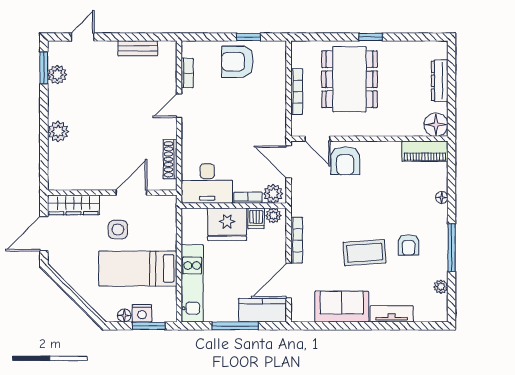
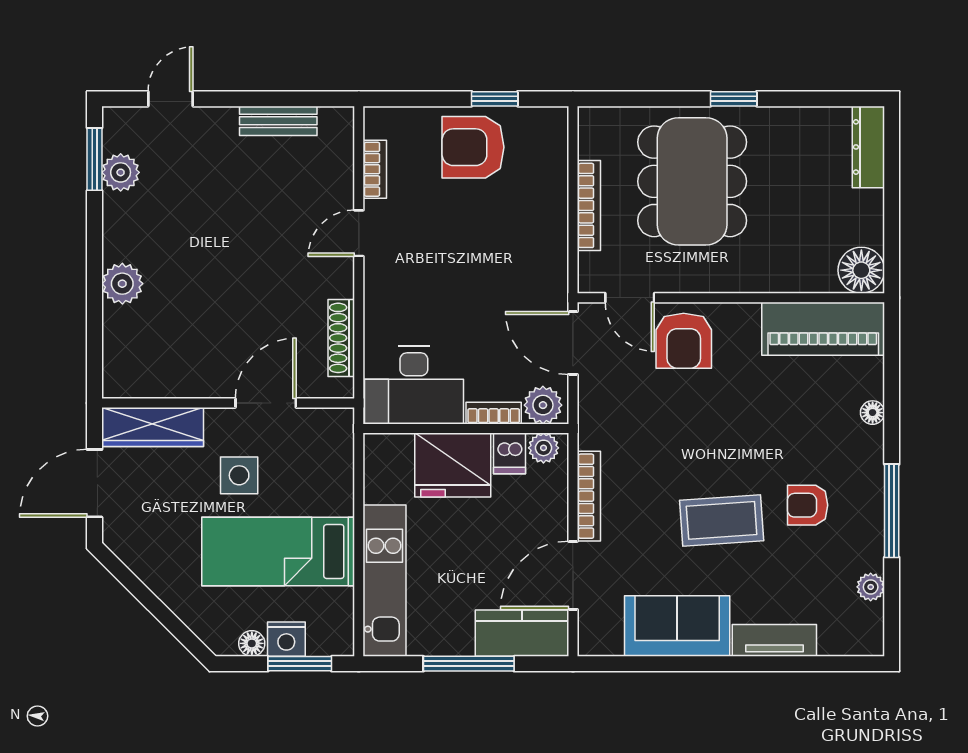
dresser: (440, 81) -> (868, 147), moved
piano: (425, 151) -> (823, 329), width x1.37, depth x1.33
armchair: (408, 245) -> (808, 505), turned 90

